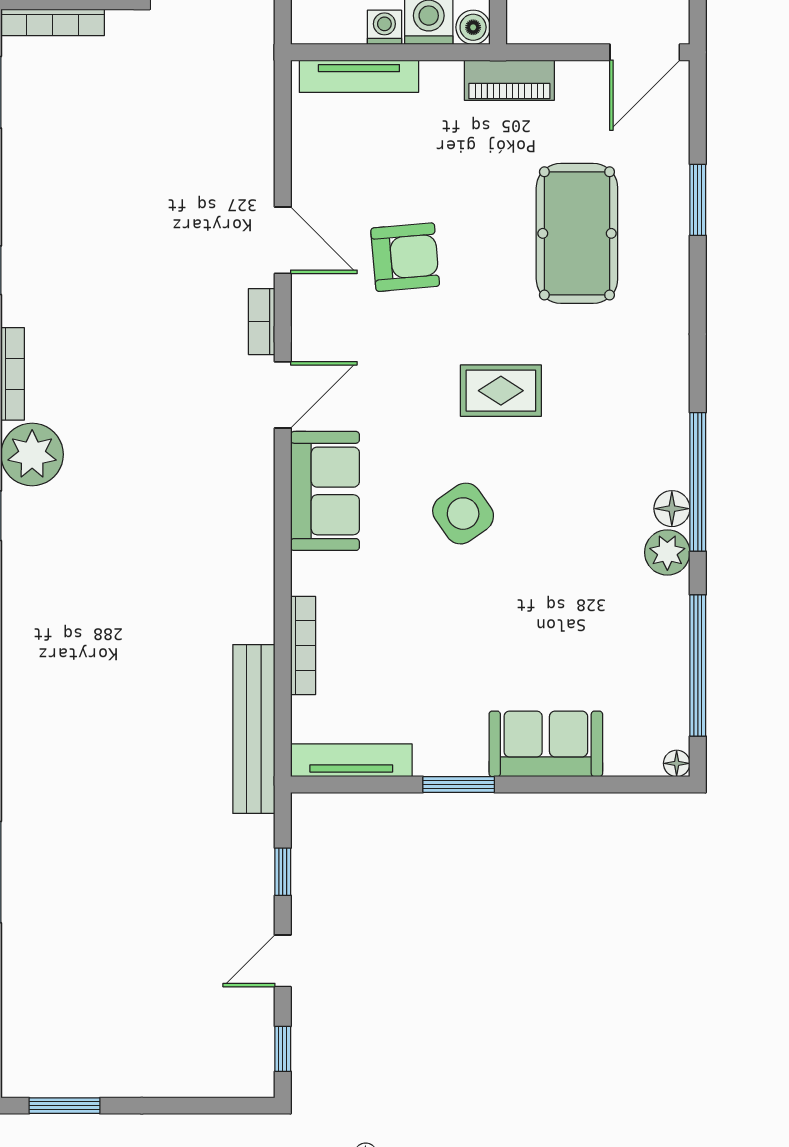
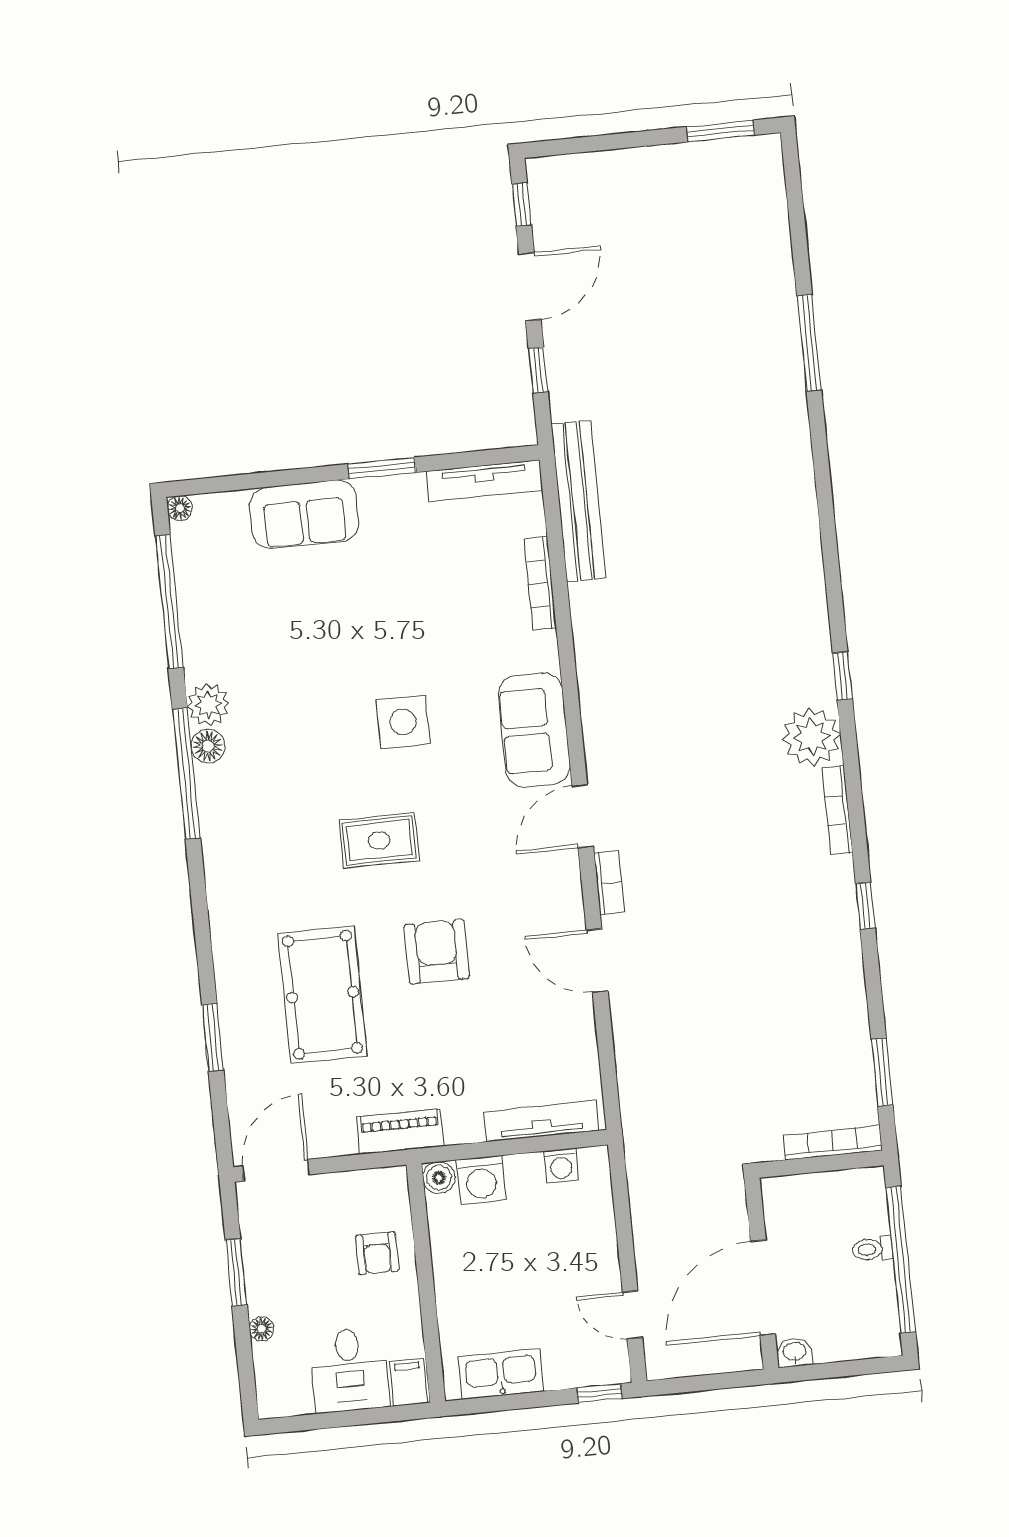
washing machine: (384, 27) -> (561, 1165), moved
armchair: (405, 257) -> (437, 952), moved, turned 95
side table: (463, 514) -> (403, 722), turned 35
door: (283, 961) -> (530, 287), width x1.37

